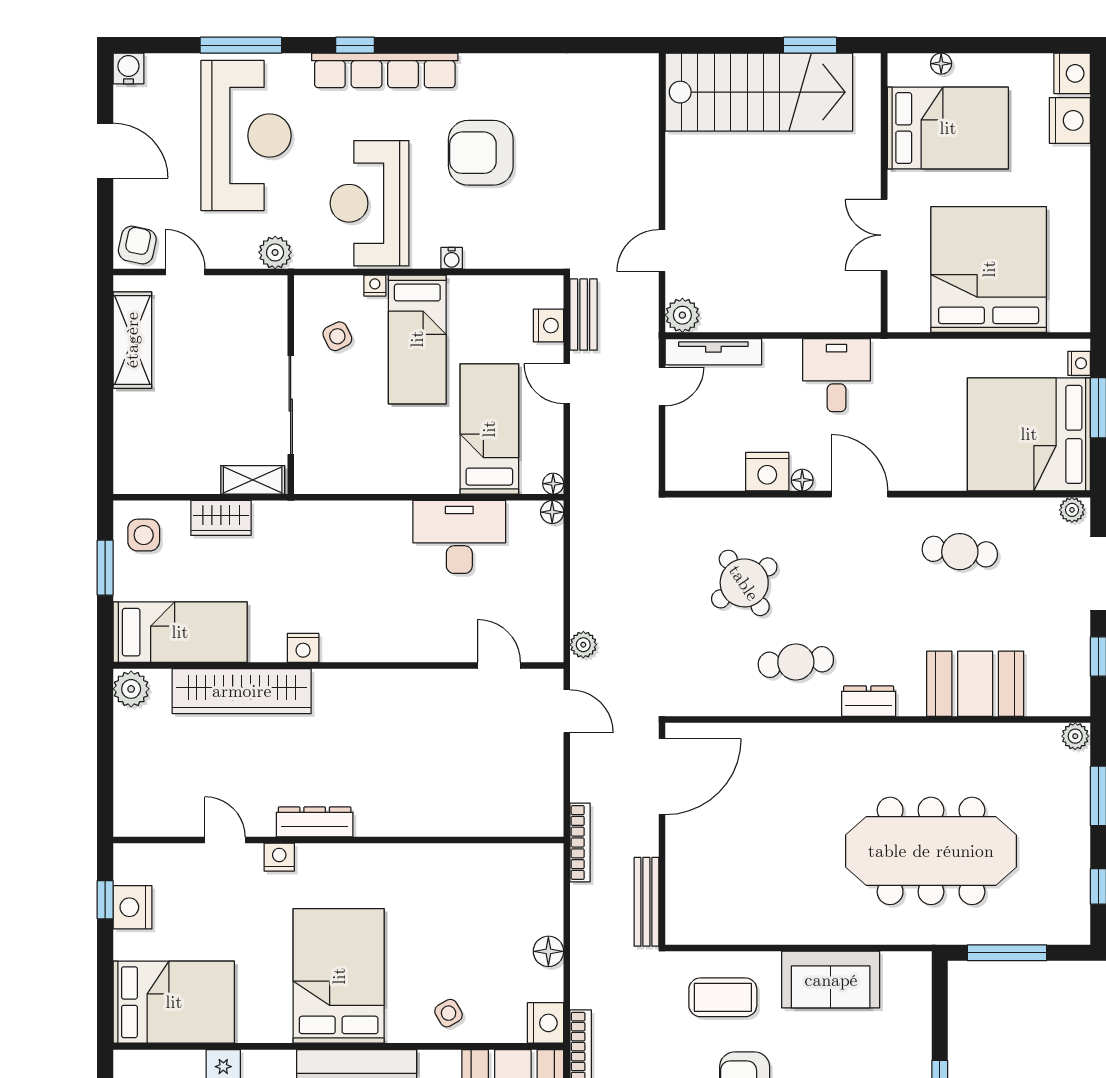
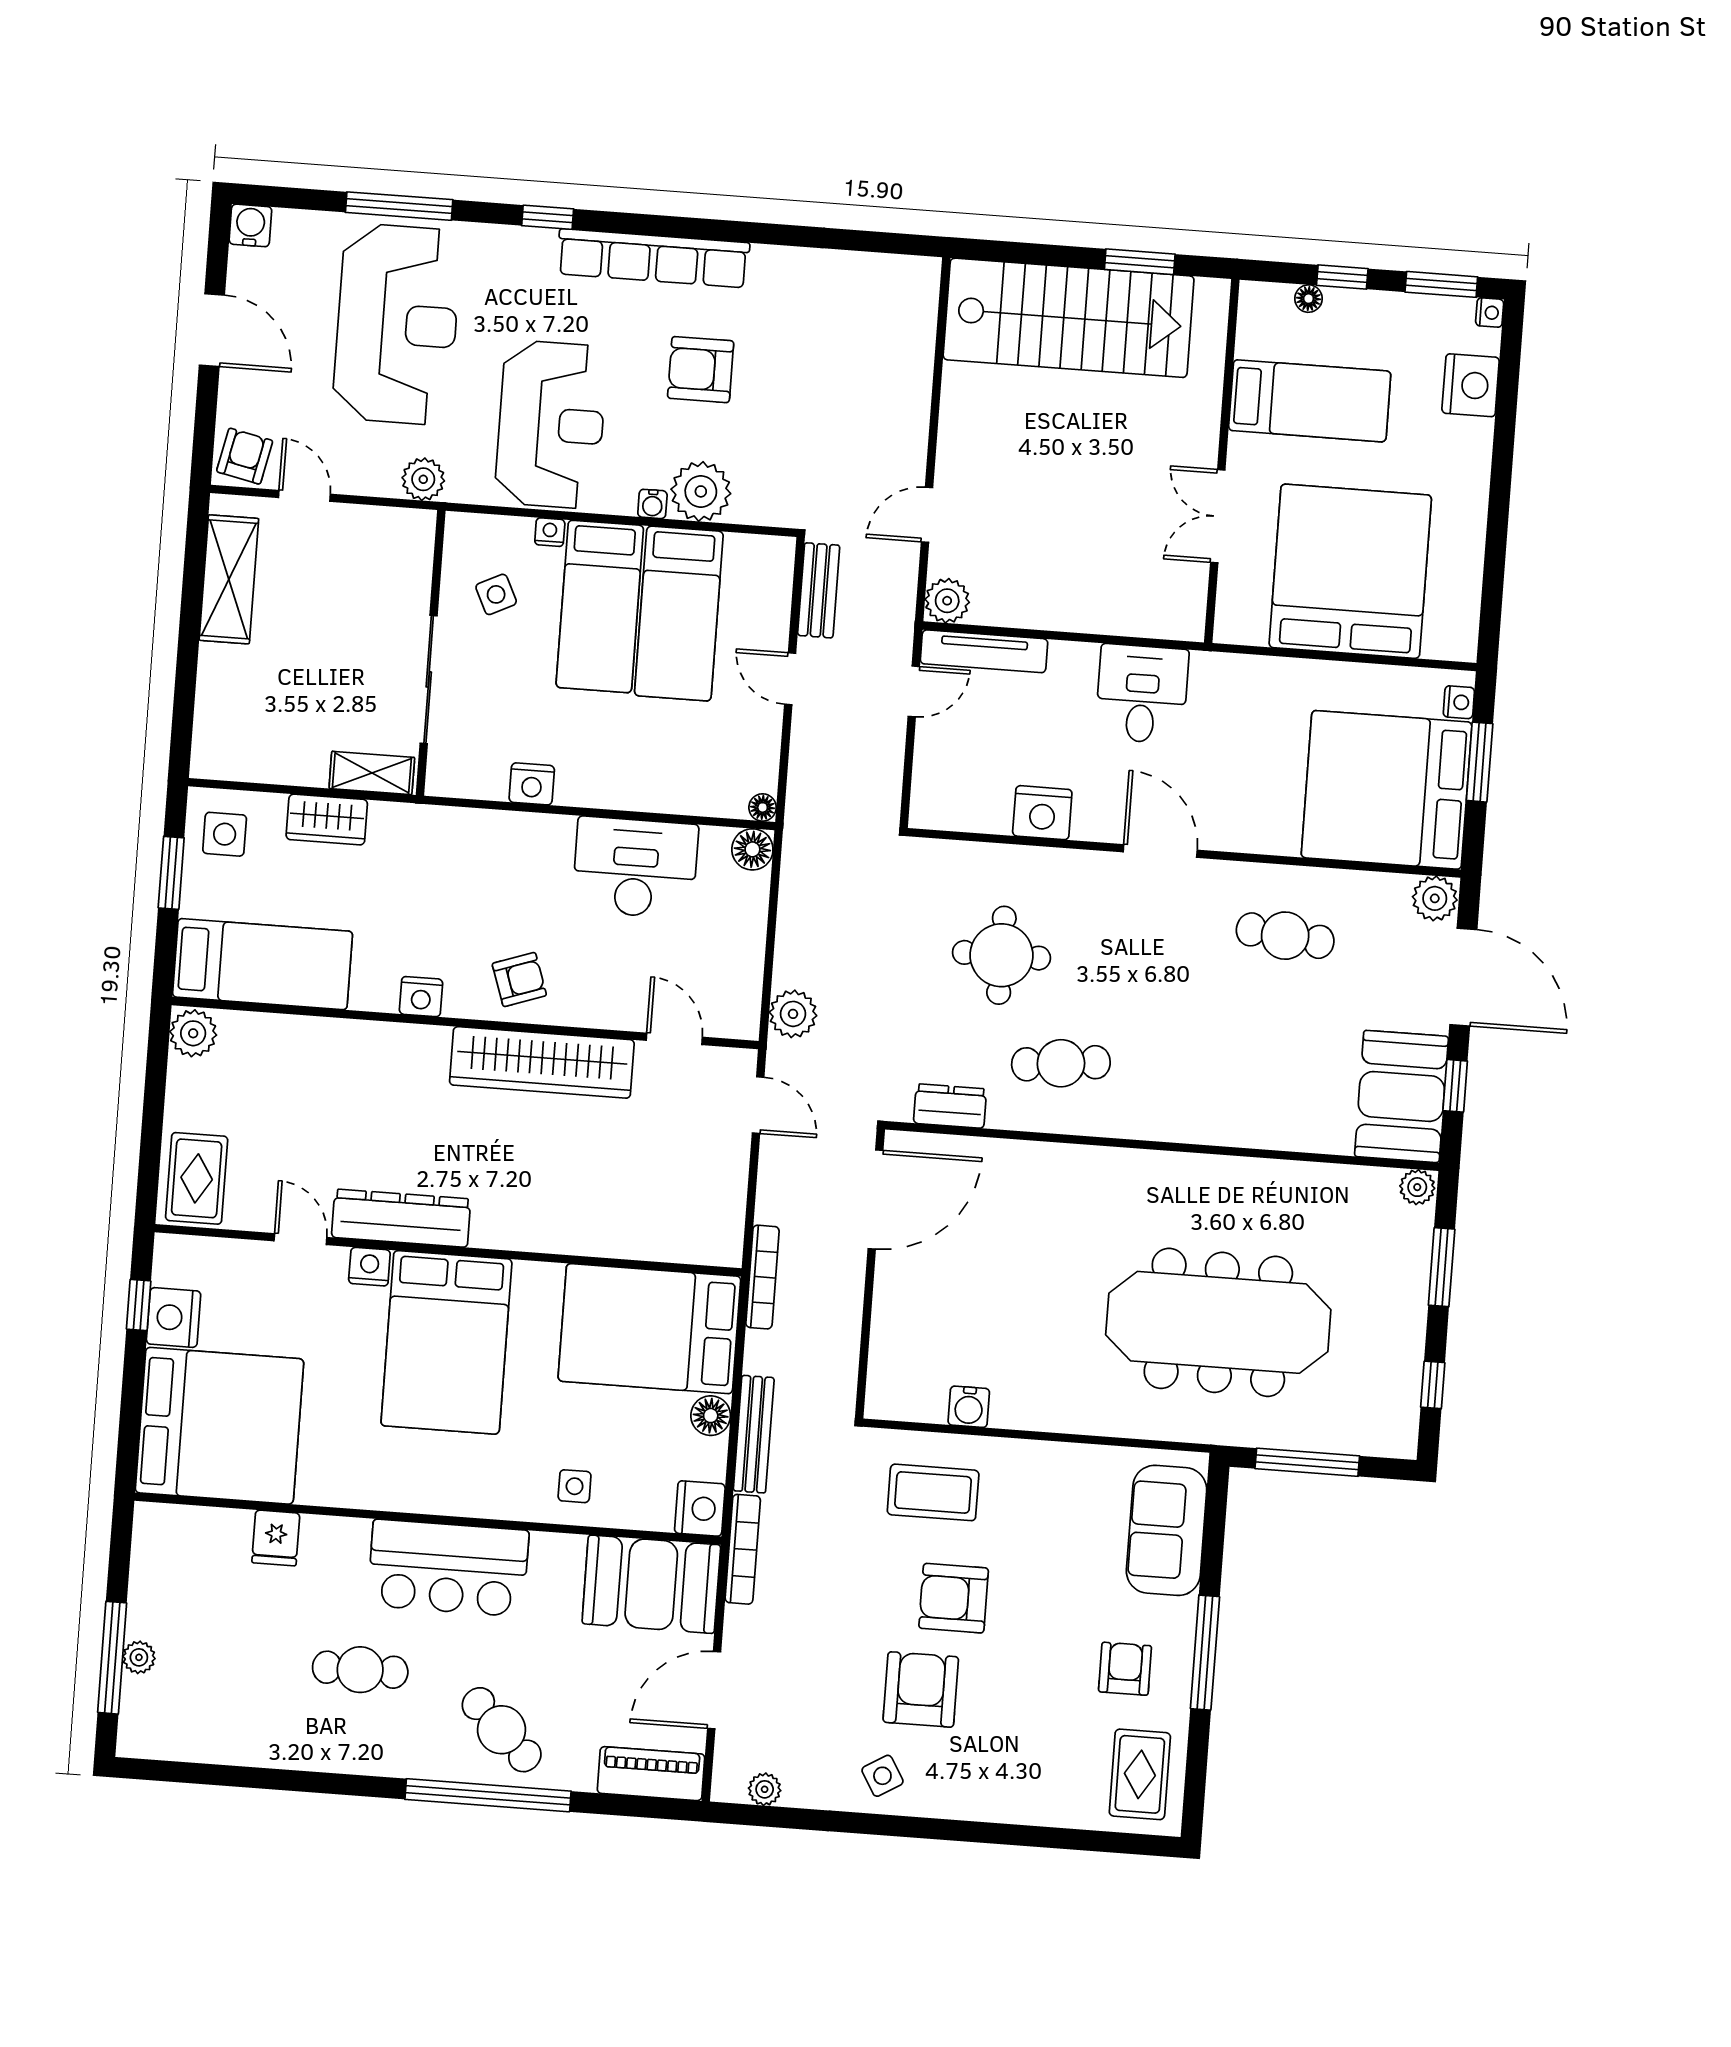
window: (966, 45) -> (1342, 277), added
window: (1042, 45) -> (1441, 284), added
row of seats: (385, 70) -> (653, 258), moved
nightstand: (1072, 73) -> (1490, 313), width x0.53, depth x0.56
bed: (948, 128) -> (1310, 401), width x0.67
armchair: (481, 153) -> (701, 370), width x0.73, depth x0.73
reception desk: (370, 203) -> (551, 424), turned 180
plant: (488, 246) -> (701, 491), added
nightstand: (549, 326) -> (532, 784), moved, turned 90
bed: (489, 429) -> (679, 614), moved, turned 180
floor lamp: (802, 480) -> (1087, 827), removed
plant: (1072, 510) -> (1435, 898), width x1.38, depth x1.38
floor lamp: (552, 512) -> (752, 849), width x1.37, depth x1.37
round table: (744, 583) -> (1001, 955), turned 34
armchair: (377, 629) -> (519, 980), added
plant: (583, 645) -> (793, 1014), width x1.38, depth x1.38
booth: (975, 684) -> (1401, 1096), moved, turned 90
wardrobe: (242, 691) -> (542, 1062), moved
dresser: (869, 701) -> (950, 1106), moved
rug: (142, 800) -> (197, 1178), added
dresser: (315, 822) -> (401, 1218), width x1.37, depth x1.24
bed: (497, 888) -> (649, 1329), added
bench: (646, 902) -> (754, 1434), moved
water cooler: (745, 930) -> (969, 1407), added
bed: (339, 976) -> (446, 1342), moved, turned 180
sofa: (831, 980) -> (1167, 1530), moved, turned 90
bed: (174, 1002) -> (219, 1426), width x1.36
side table: (449, 1013) -> (575, 1486), turned 30

